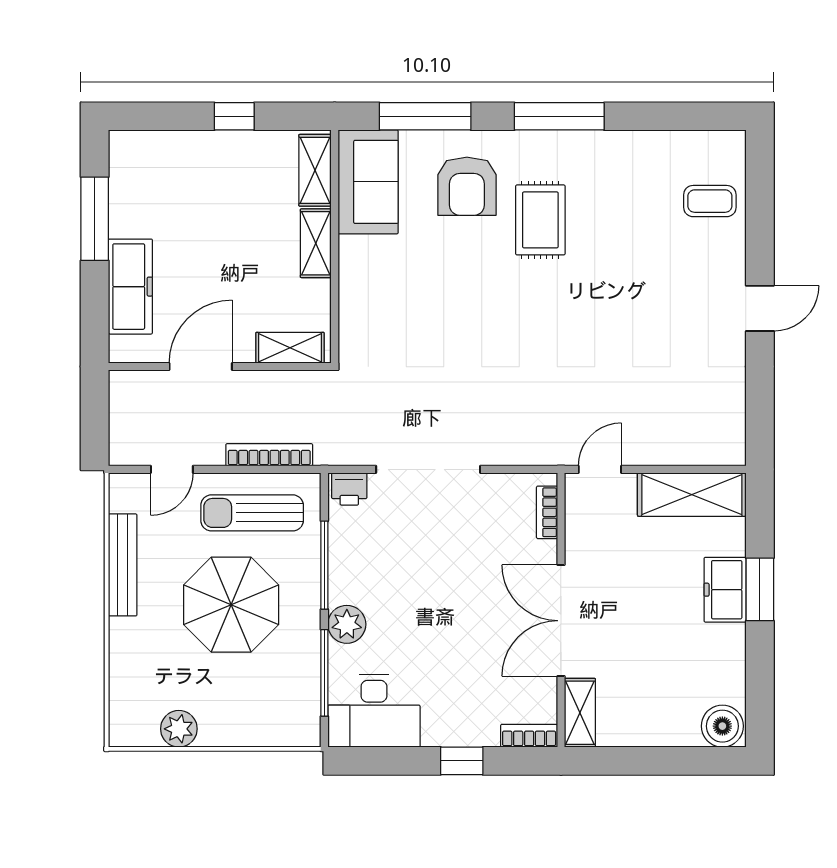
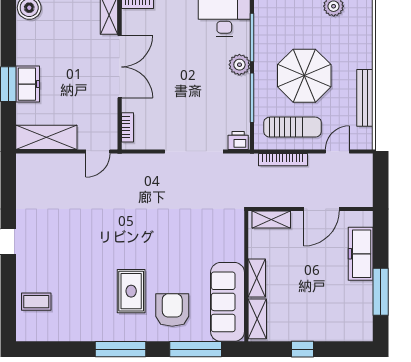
sofa: (368, 182) -> (228, 302), width x1.36

